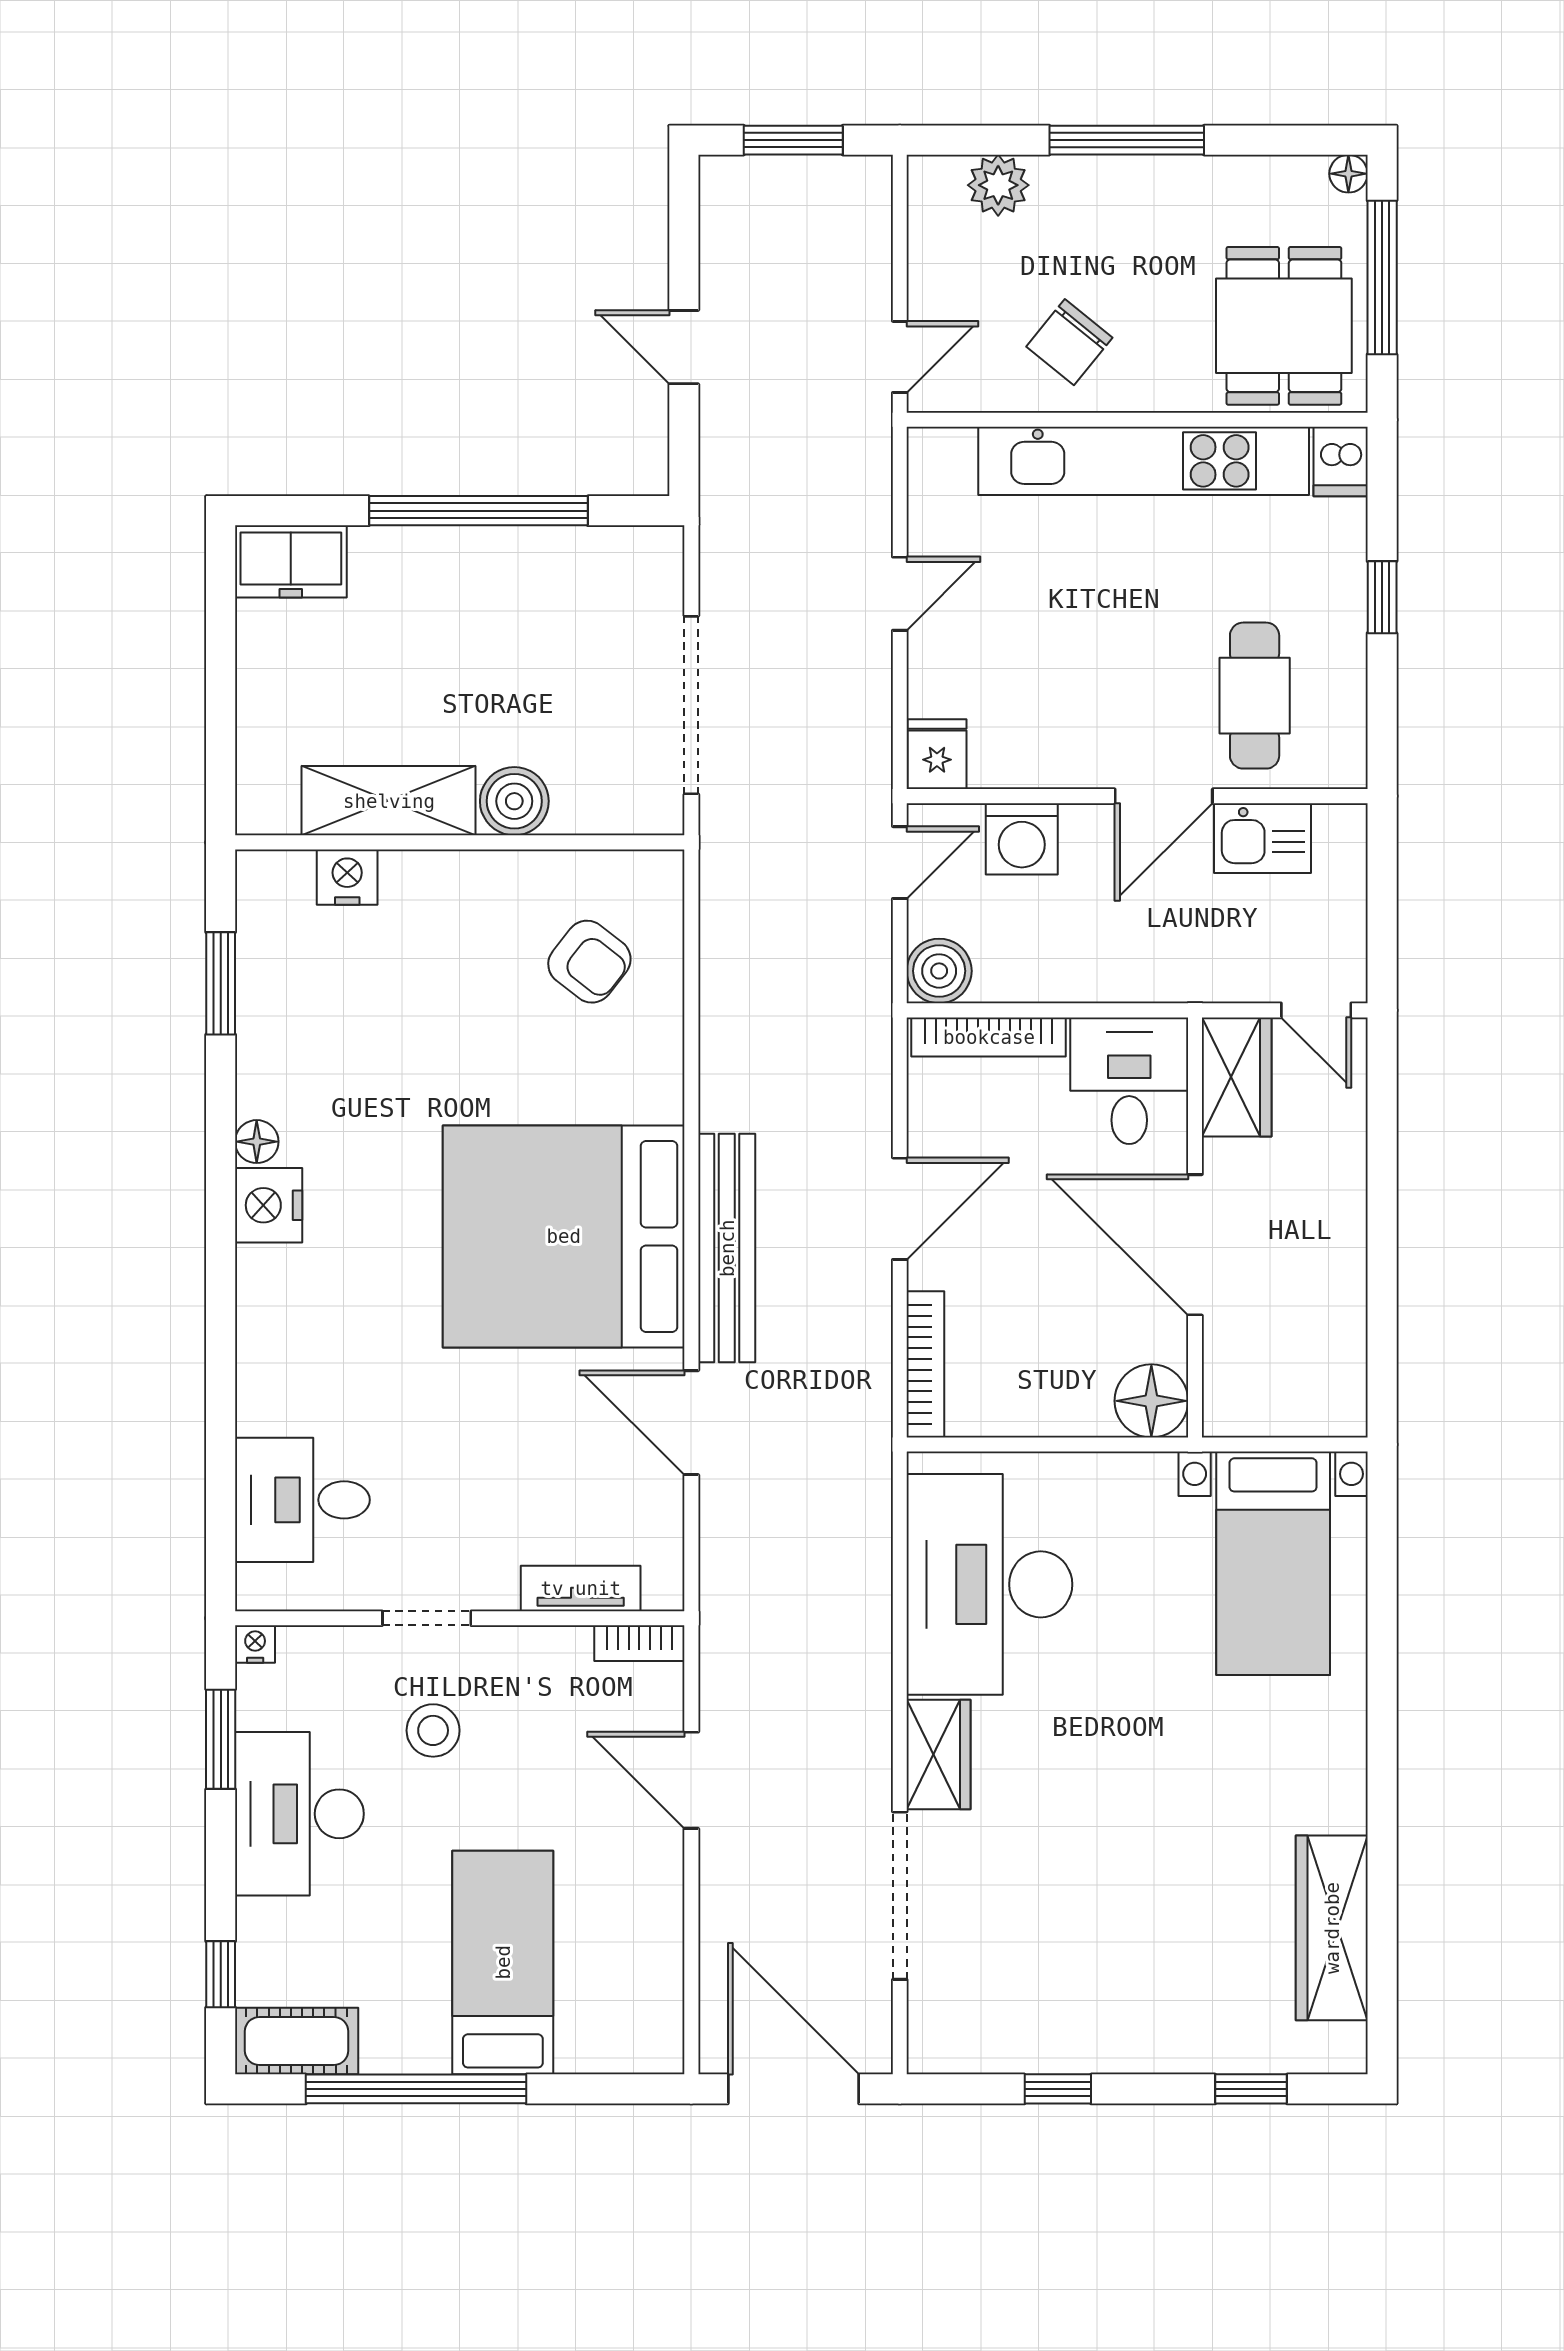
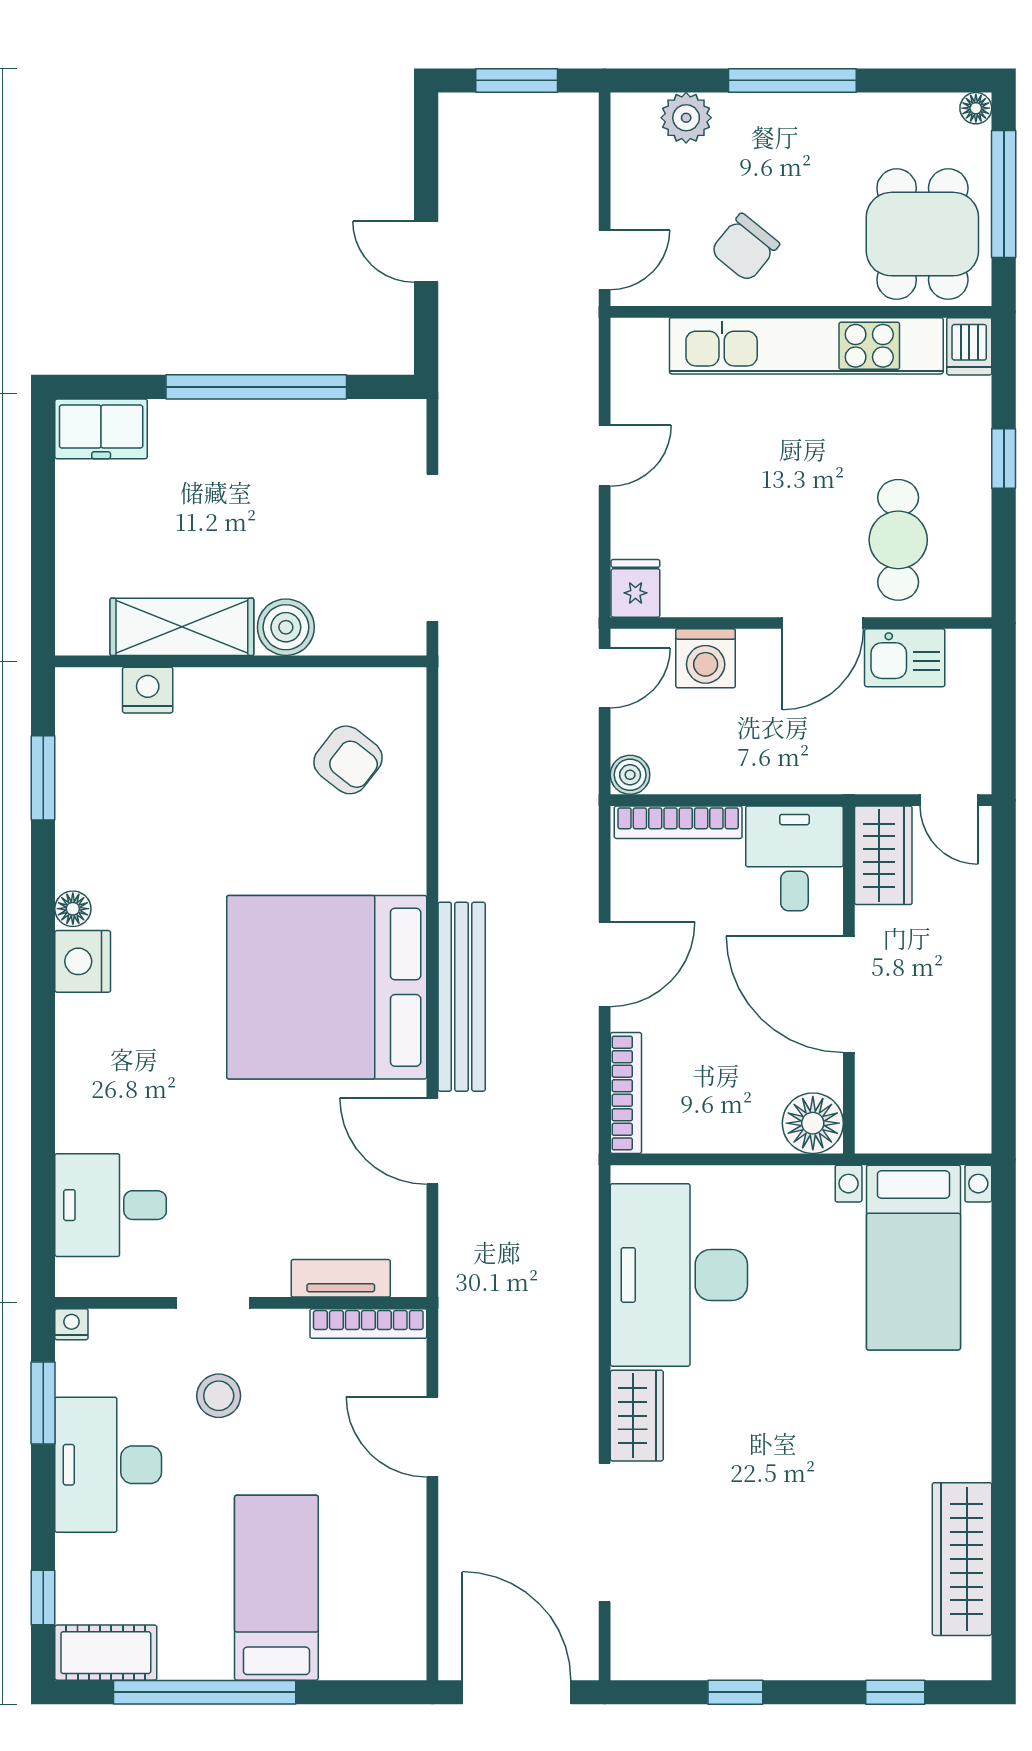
boiler: (939, 971) -> (630, 775), width x0.73, depth x0.73
bookcase: (639, 1643) -> (368, 1324), width x1.56

